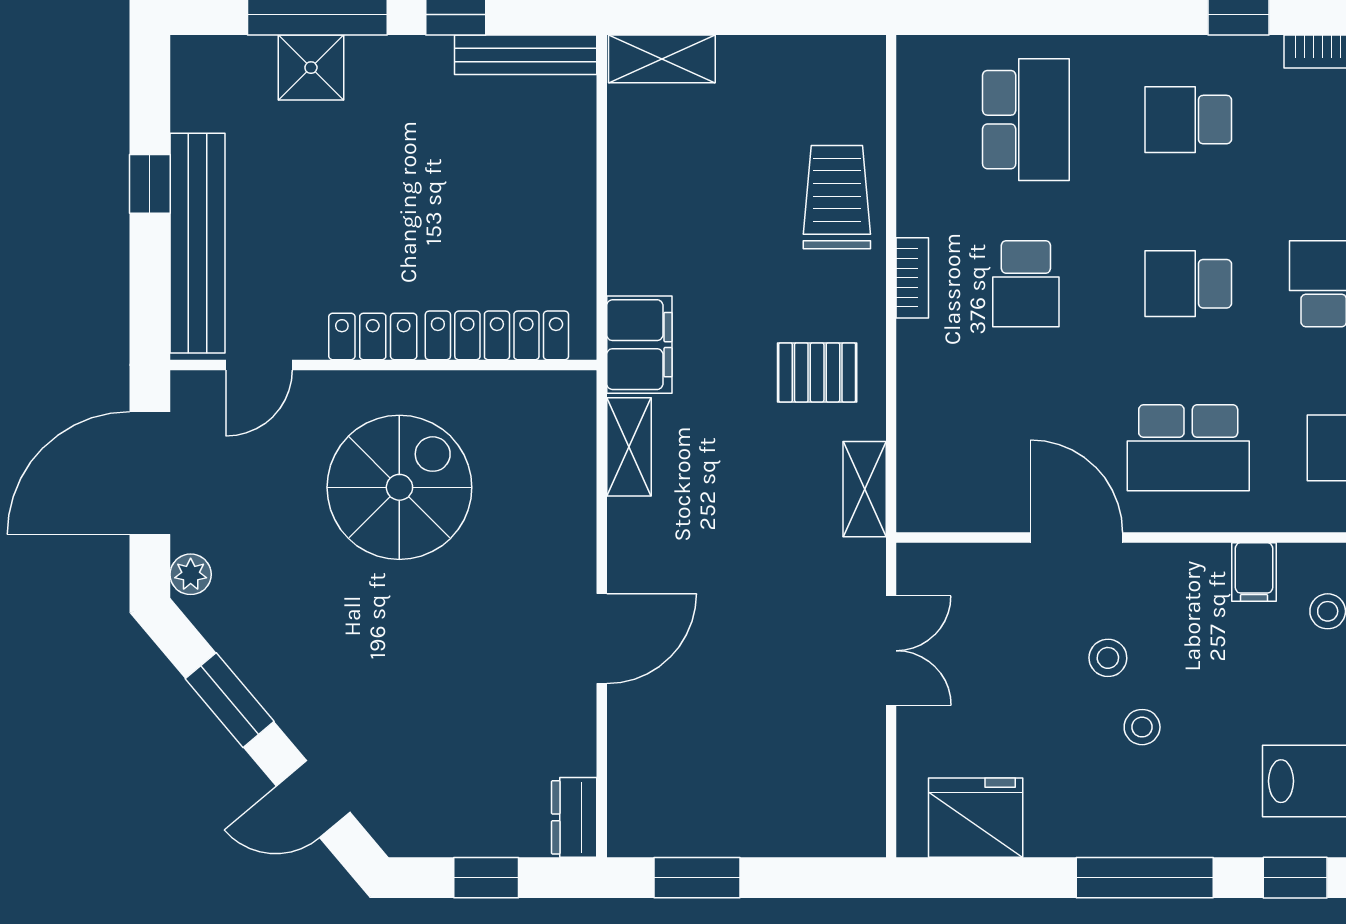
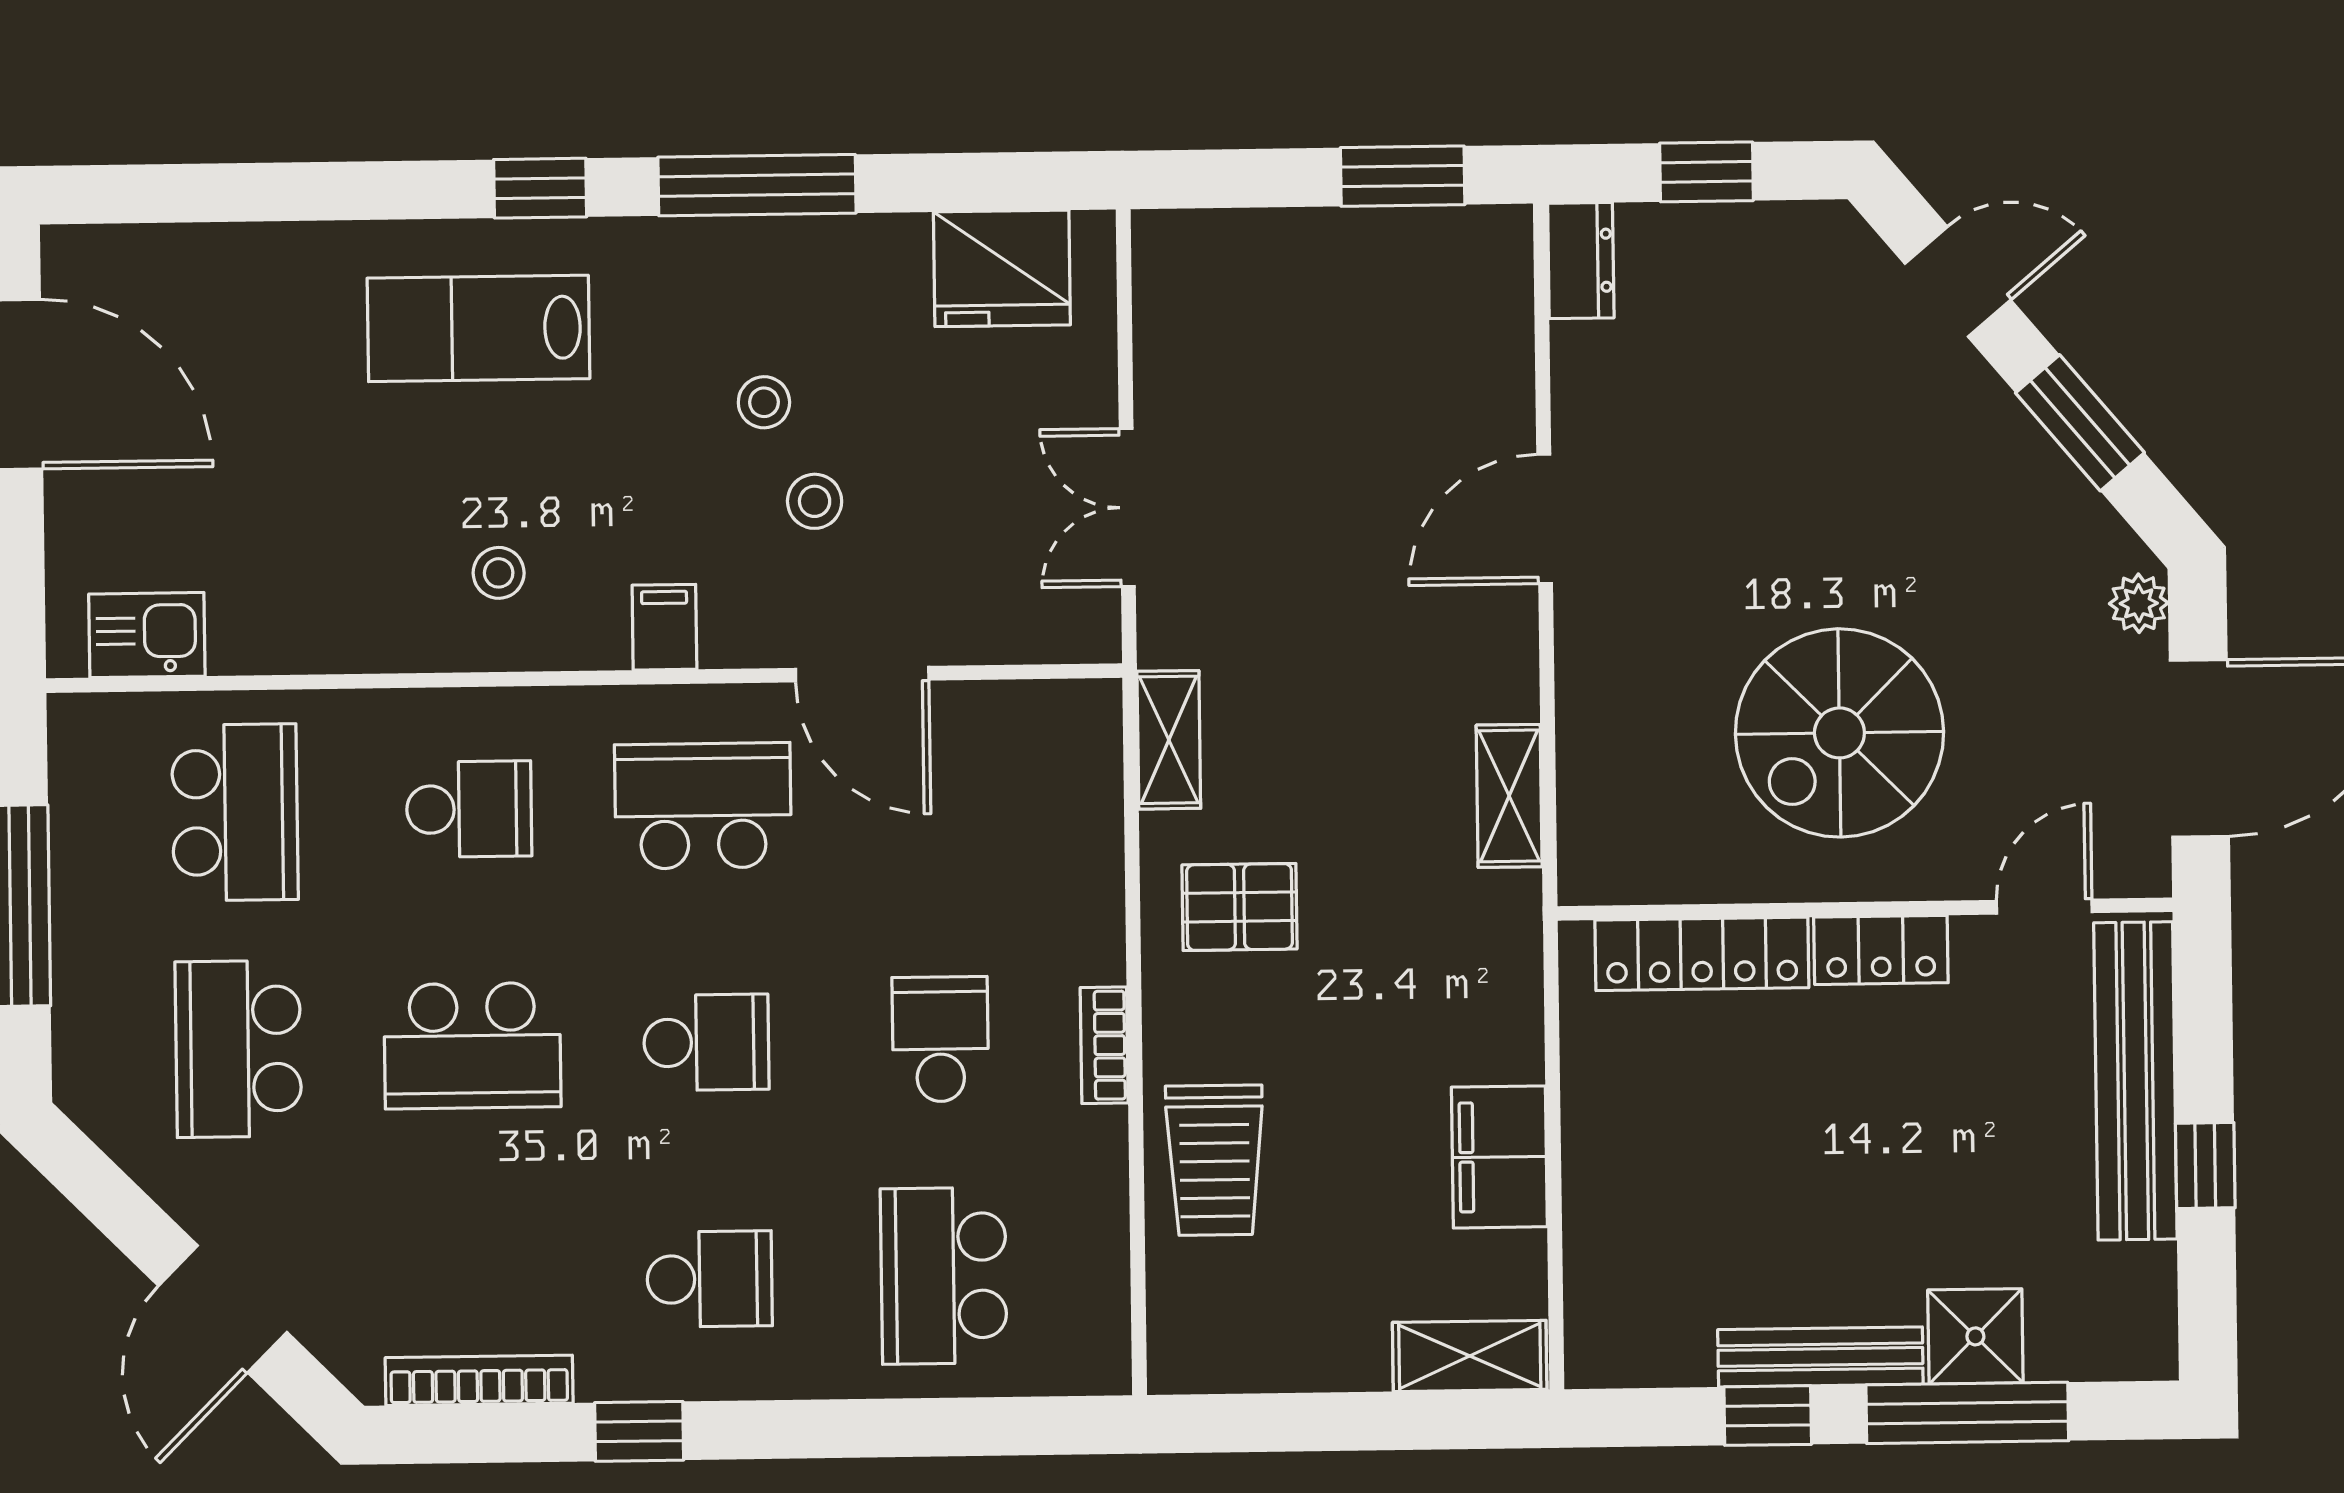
bench: (526, 55) -> (1820, 1357), moved
filing cabinet: (639, 345) -> (1499, 1157), moved
filing cabinet: (1254, 572) -> (664, 627), moved

